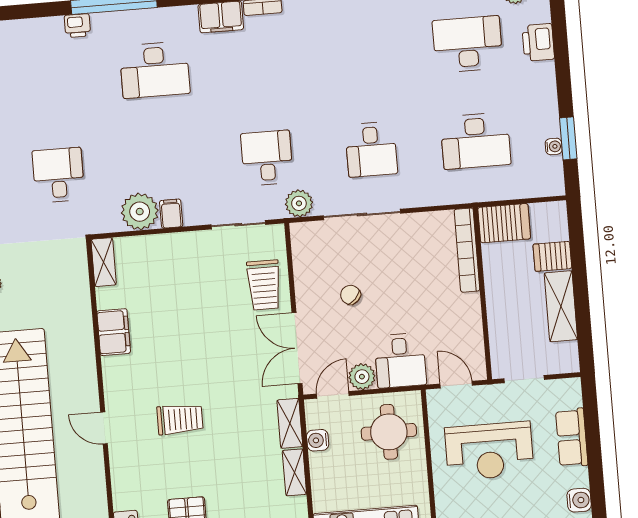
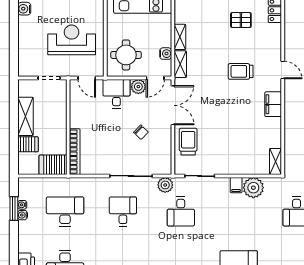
water cooler: (552, 128) -> (23, 215), added
filing cabinet: (114, 332) -> (273, 104), moved
row of seats: (572, 438) -> (25, 43), removed

